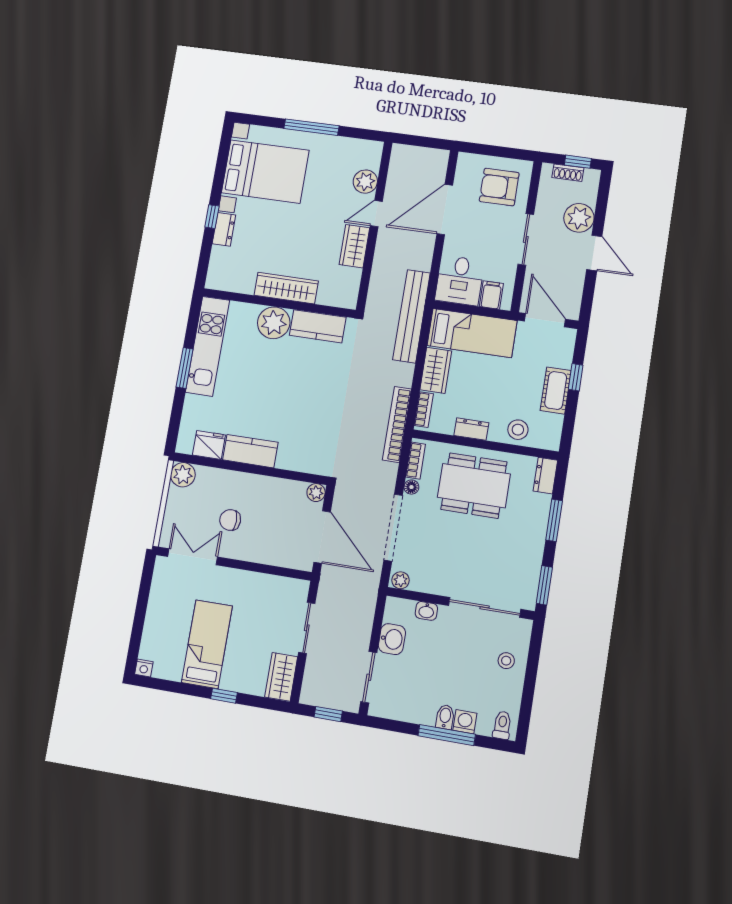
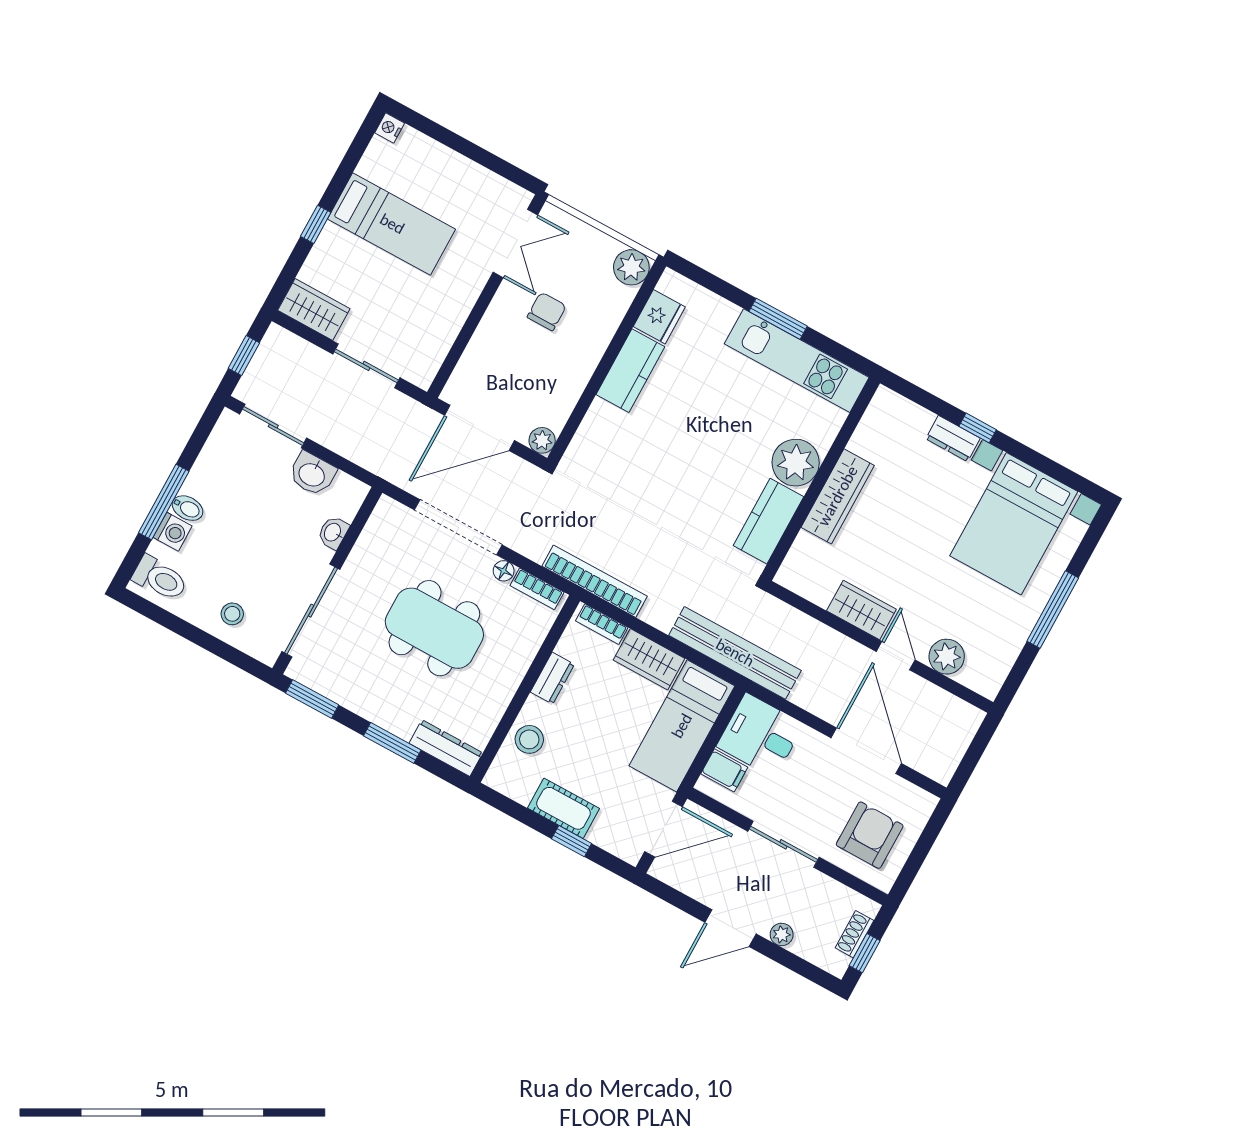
plant: (579, 218) -> (782, 934), width x0.53, depth x0.53
dresser: (545, 476) -> (446, 748), width x1.44
dining table: (474, 486) -> (434, 628), moved, turned 90
plant: (401, 580) -> (385, 513), removed
toilet: (502, 725) -> (160, 578), width x1.37, depth x1.39

